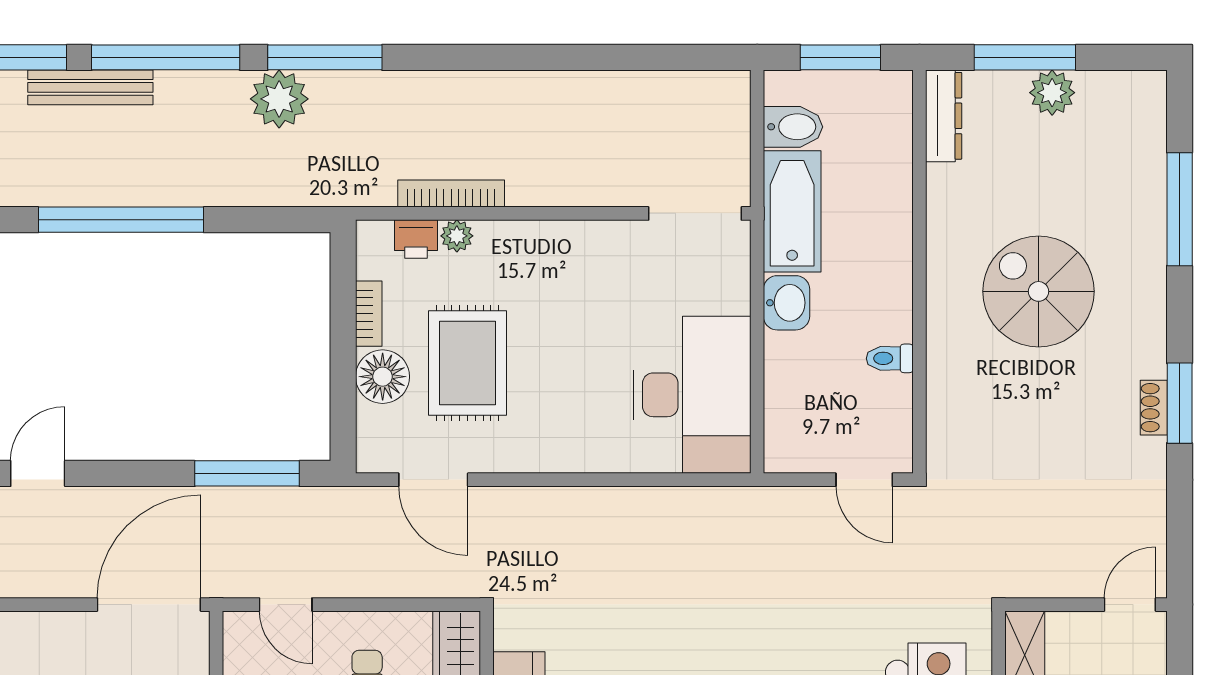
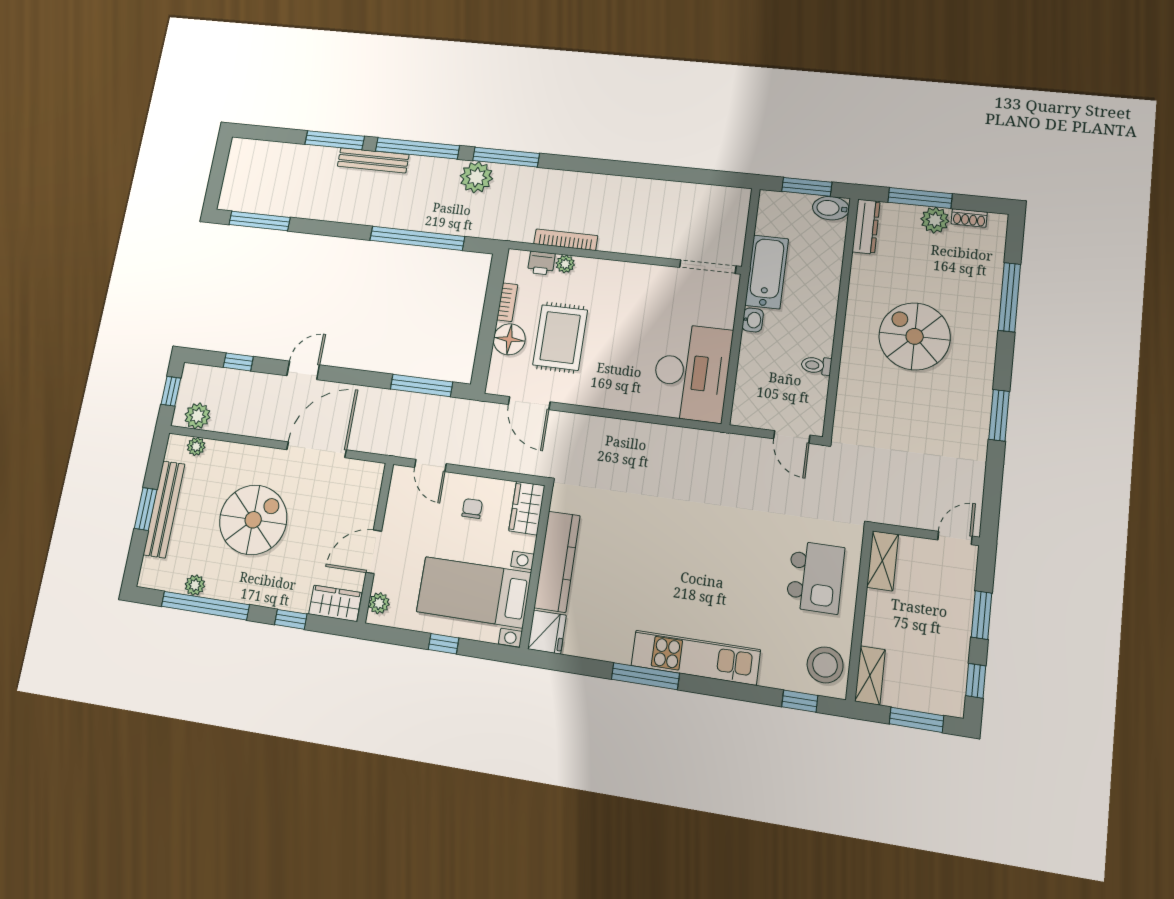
bidet: (793, 127) -> (831, 208), moved, turned 180
window: (121, 220) -> (417, 238), moved
washbasin: (786, 303) -> (753, 320), width x0.72, depth x0.69
shoe rack: (1154, 408) -> (969, 218), moved, turned -90
door: (149, 605) -> (317, 450), moved

